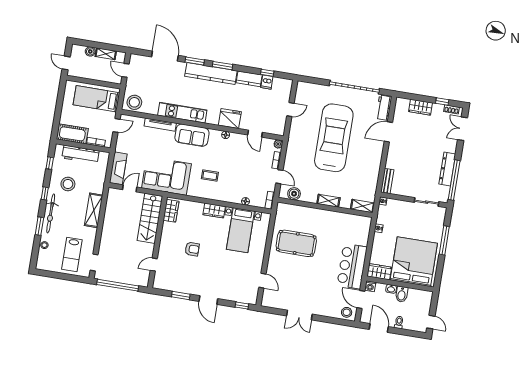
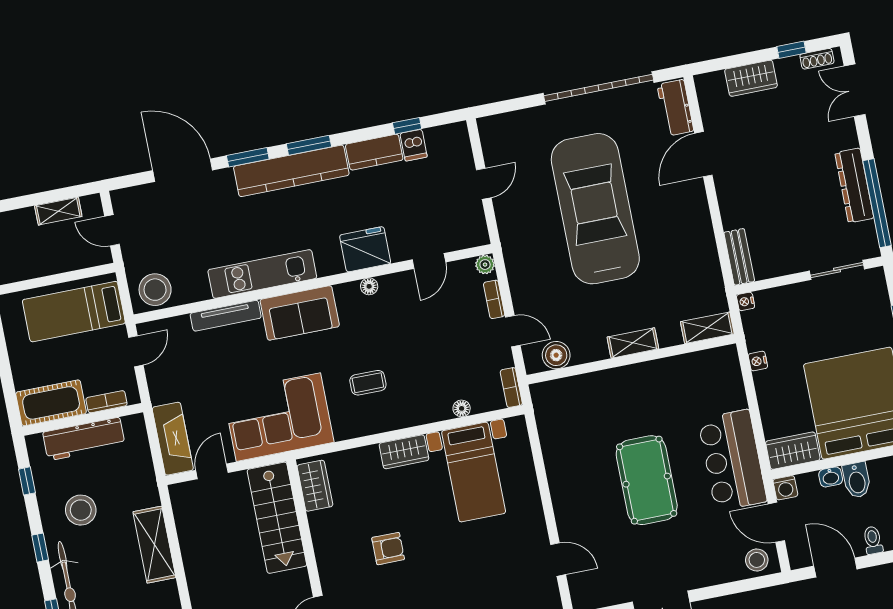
boiler: (90, 51) -> (24, 218), removed
door: (255, 134) -> (429, 261), hinge flipped
pool table: (296, 243) -> (647, 480), moved, turned 90

